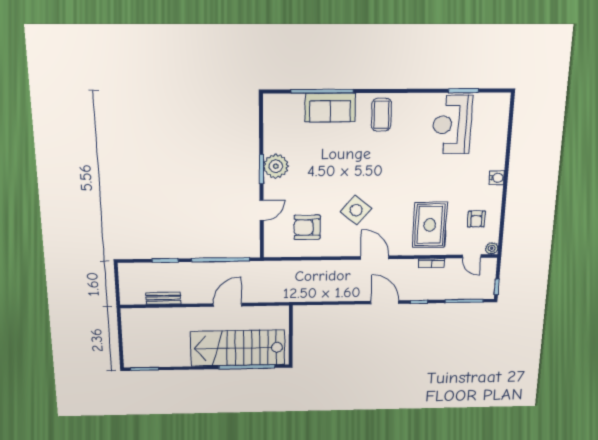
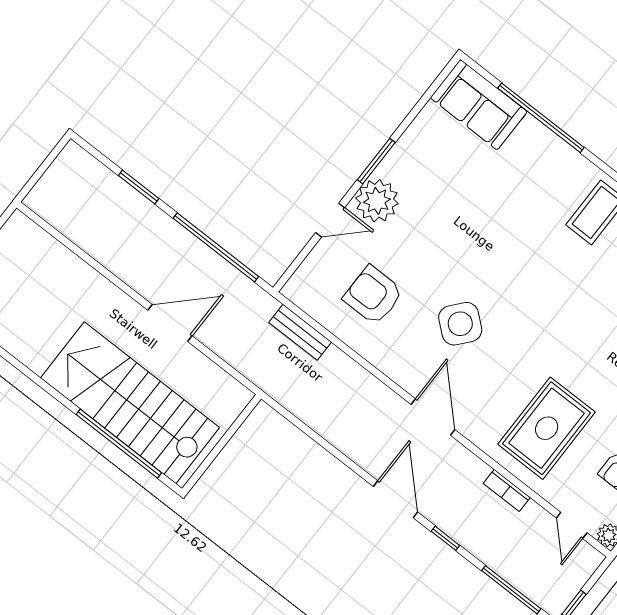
sofa: (330, 108) -> (479, 105), moved
plant: (276, 166) -> (377, 201), moved
bench: (163, 298) -> (300, 332), moved

